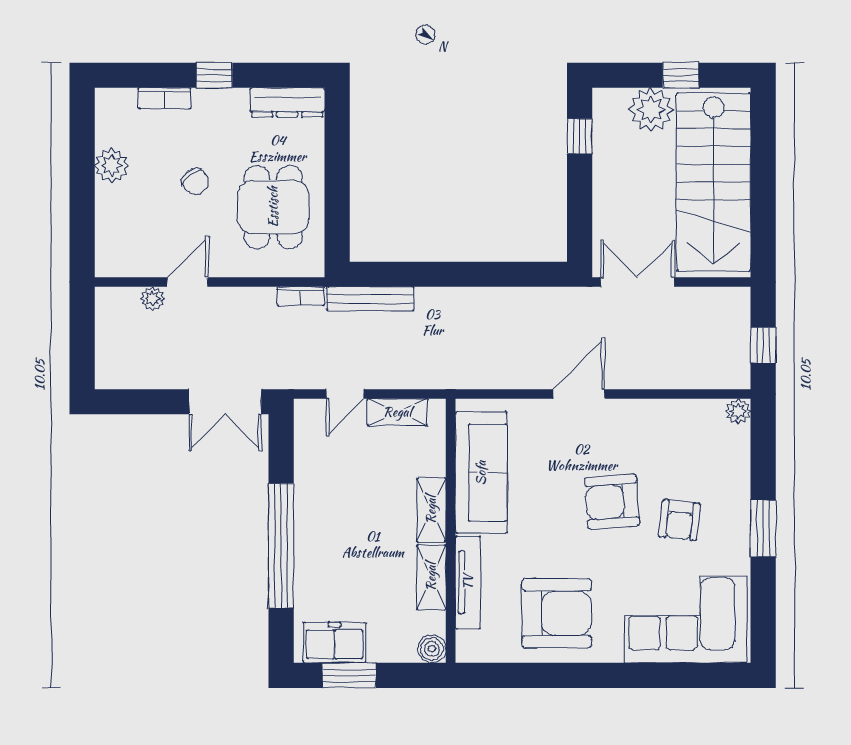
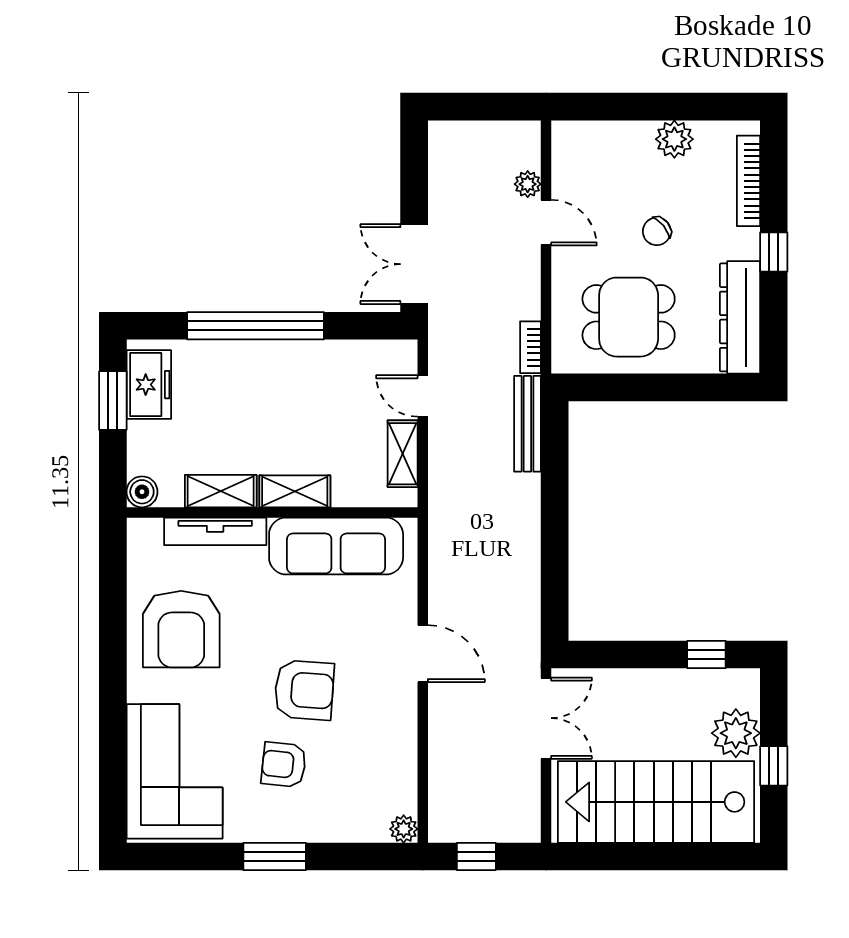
bookcase: (164, 98) -> (748, 181), width x1.56
dresser: (287, 102) -> (740, 317), width x1.37, depth x1.24
armchair: (612, 502) -> (304, 690), turned 98

